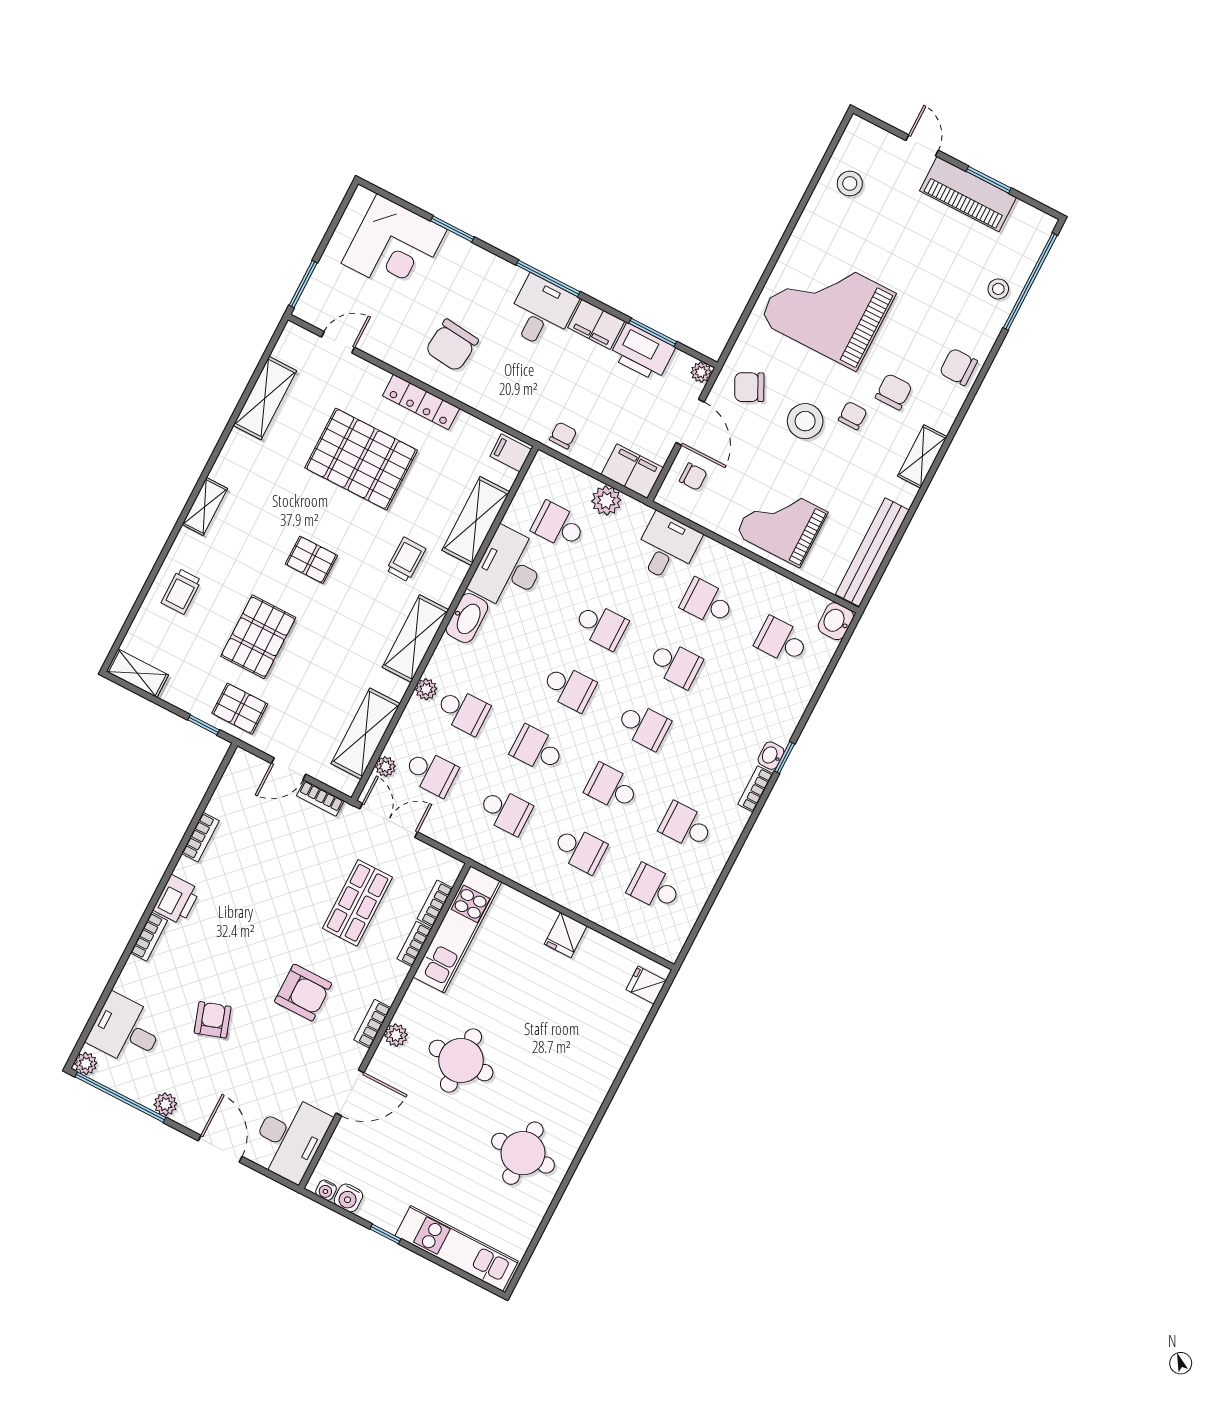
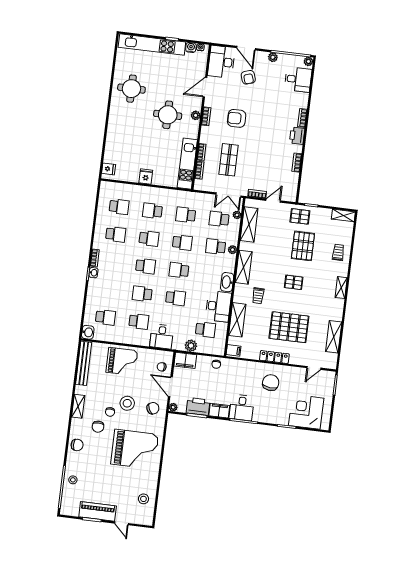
school desk: (601, 626) -> (176, 298), turned 180
school desk: (643, 726) -> (146, 266), turned 180
armchair: (213, 1020) -> (248, 77), moved
kitchen unit: (457, 1248) -> (152, 45), width x1.36

